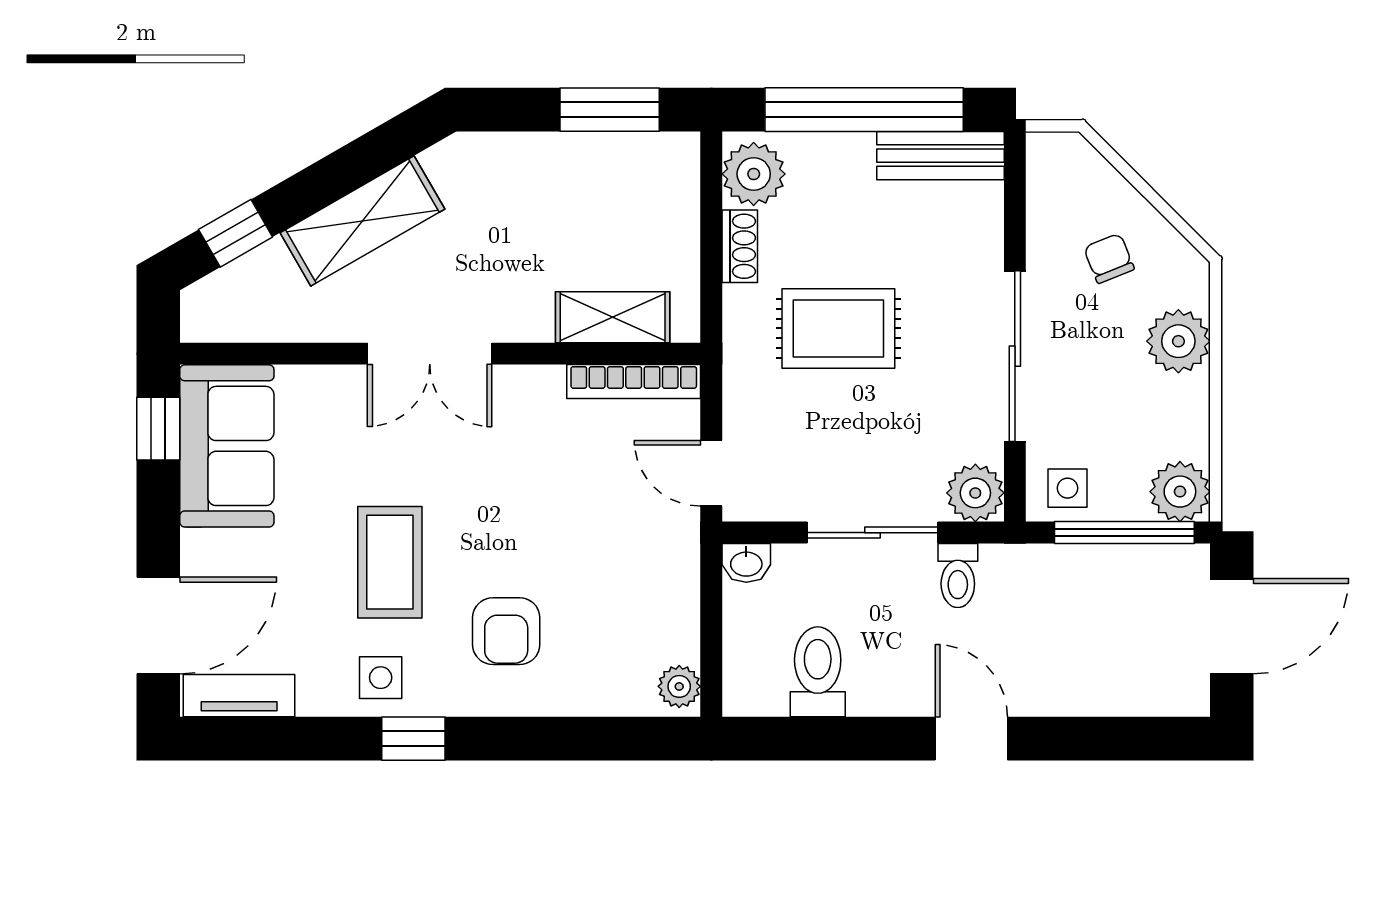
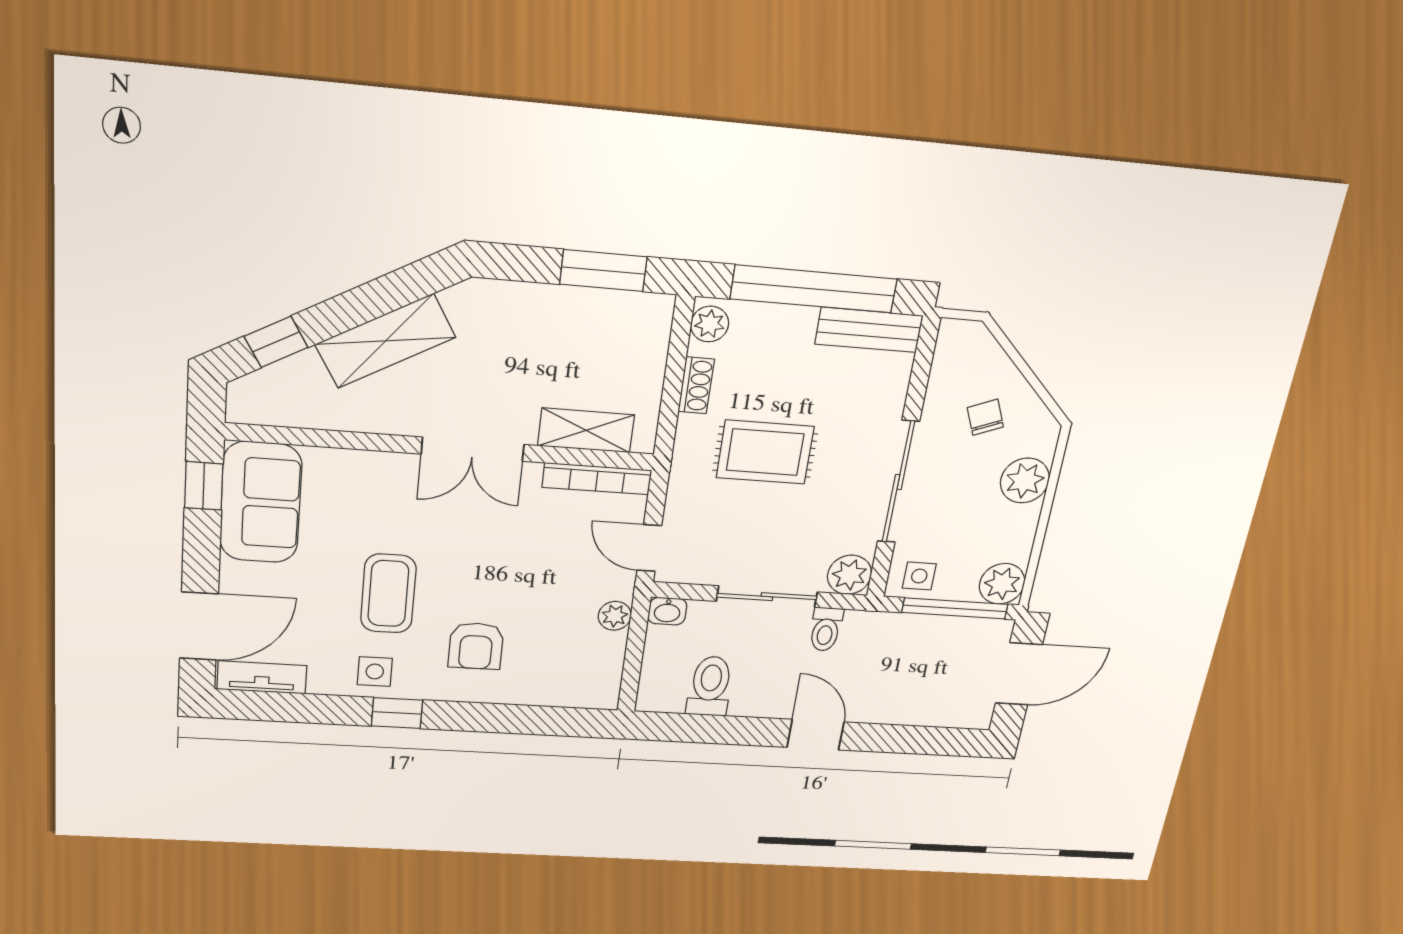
plant: (754, 174) -> (710, 324), width x0.73, depth x0.73
double door: (430, 354) -> (473, 449), moved
plant: (679, 686) -> (615, 616), moved

